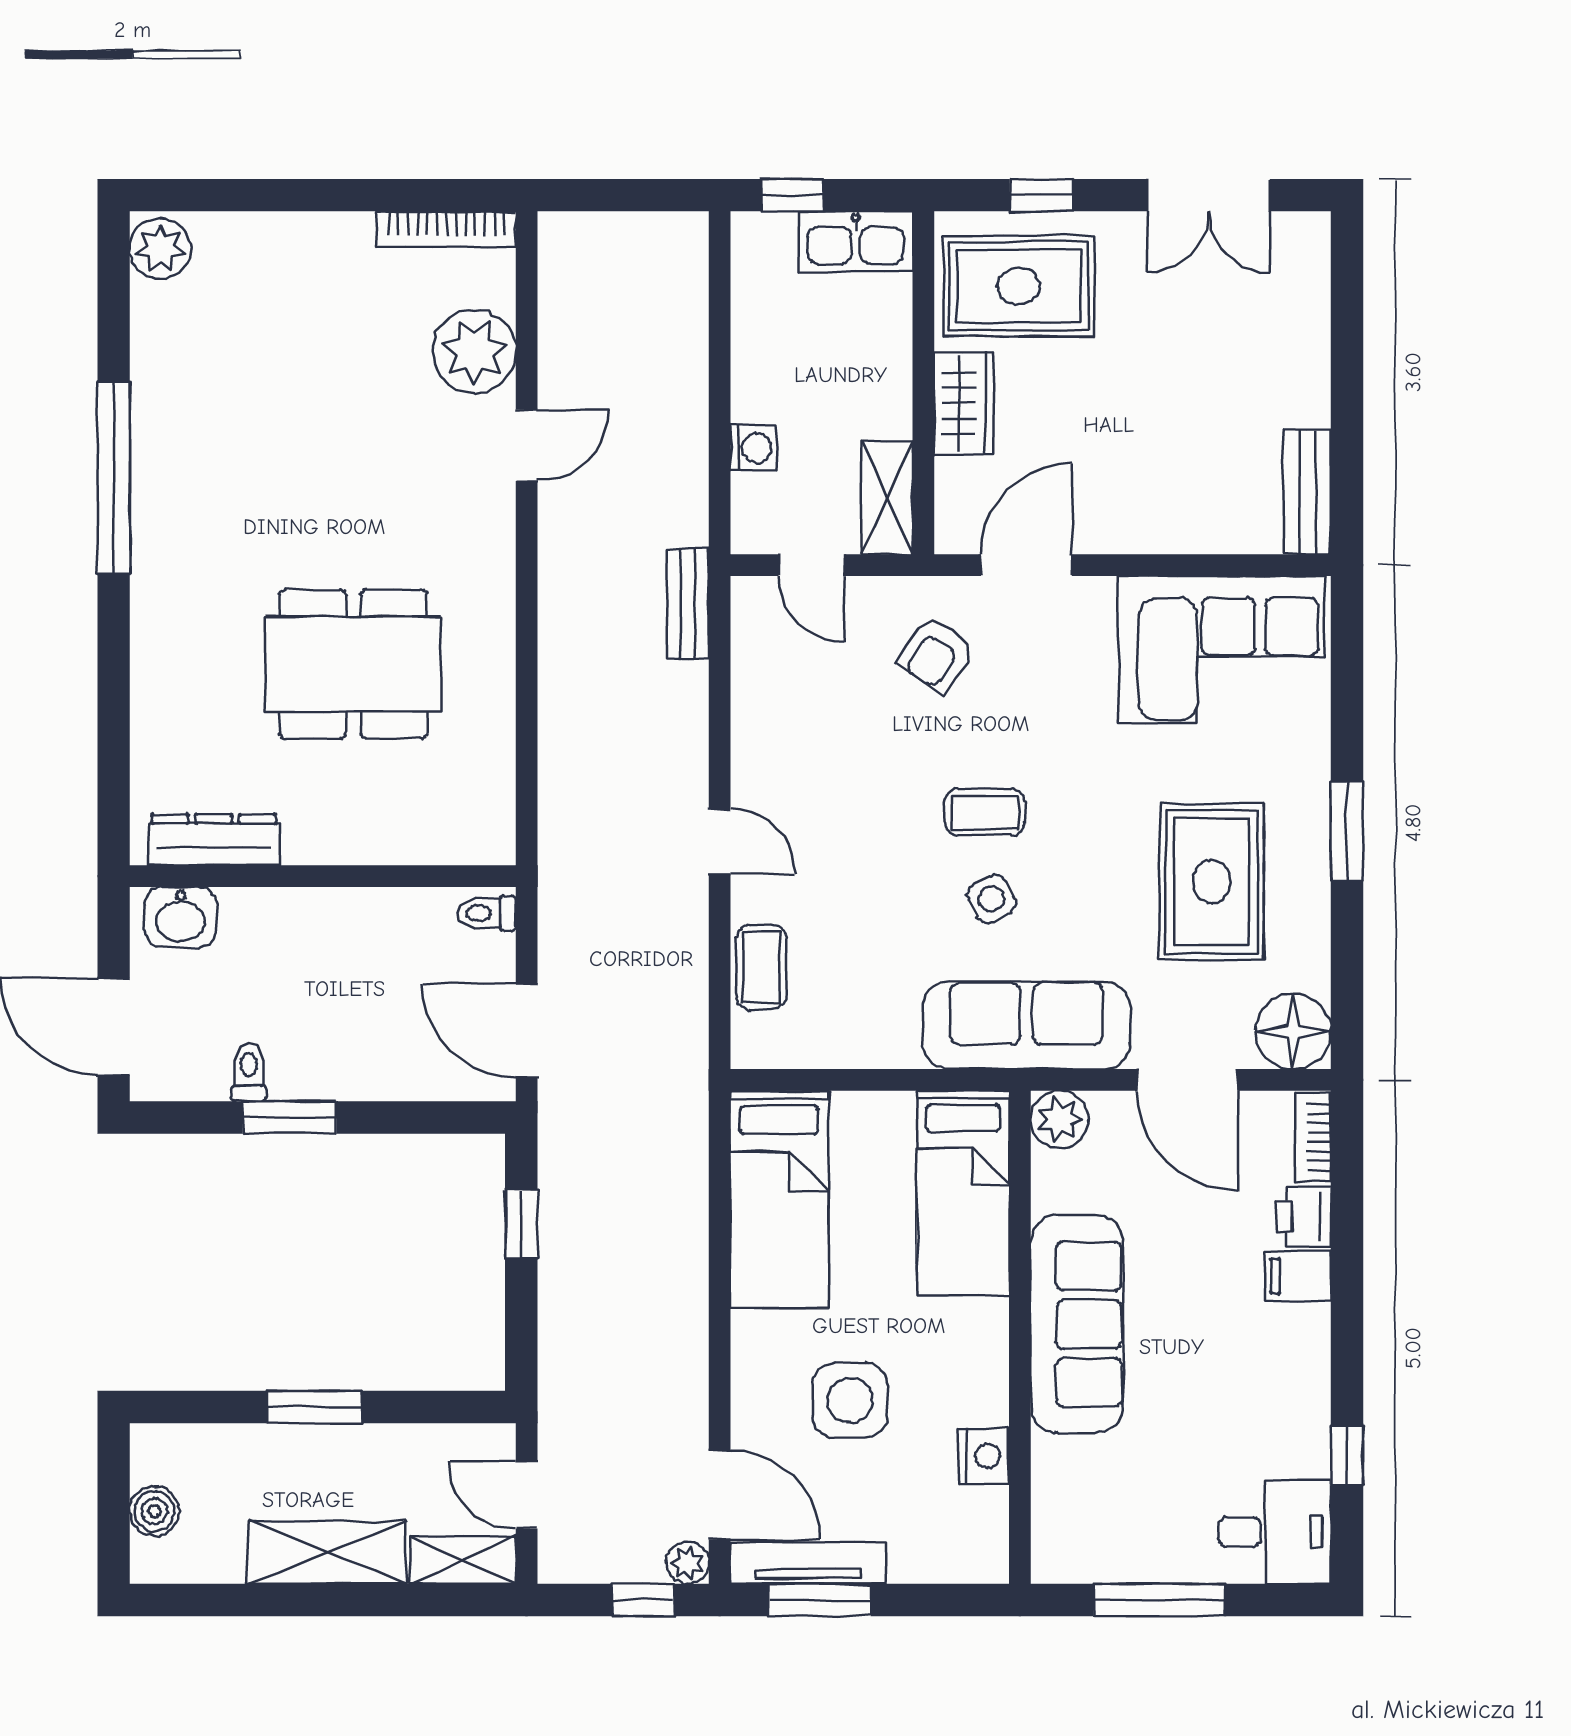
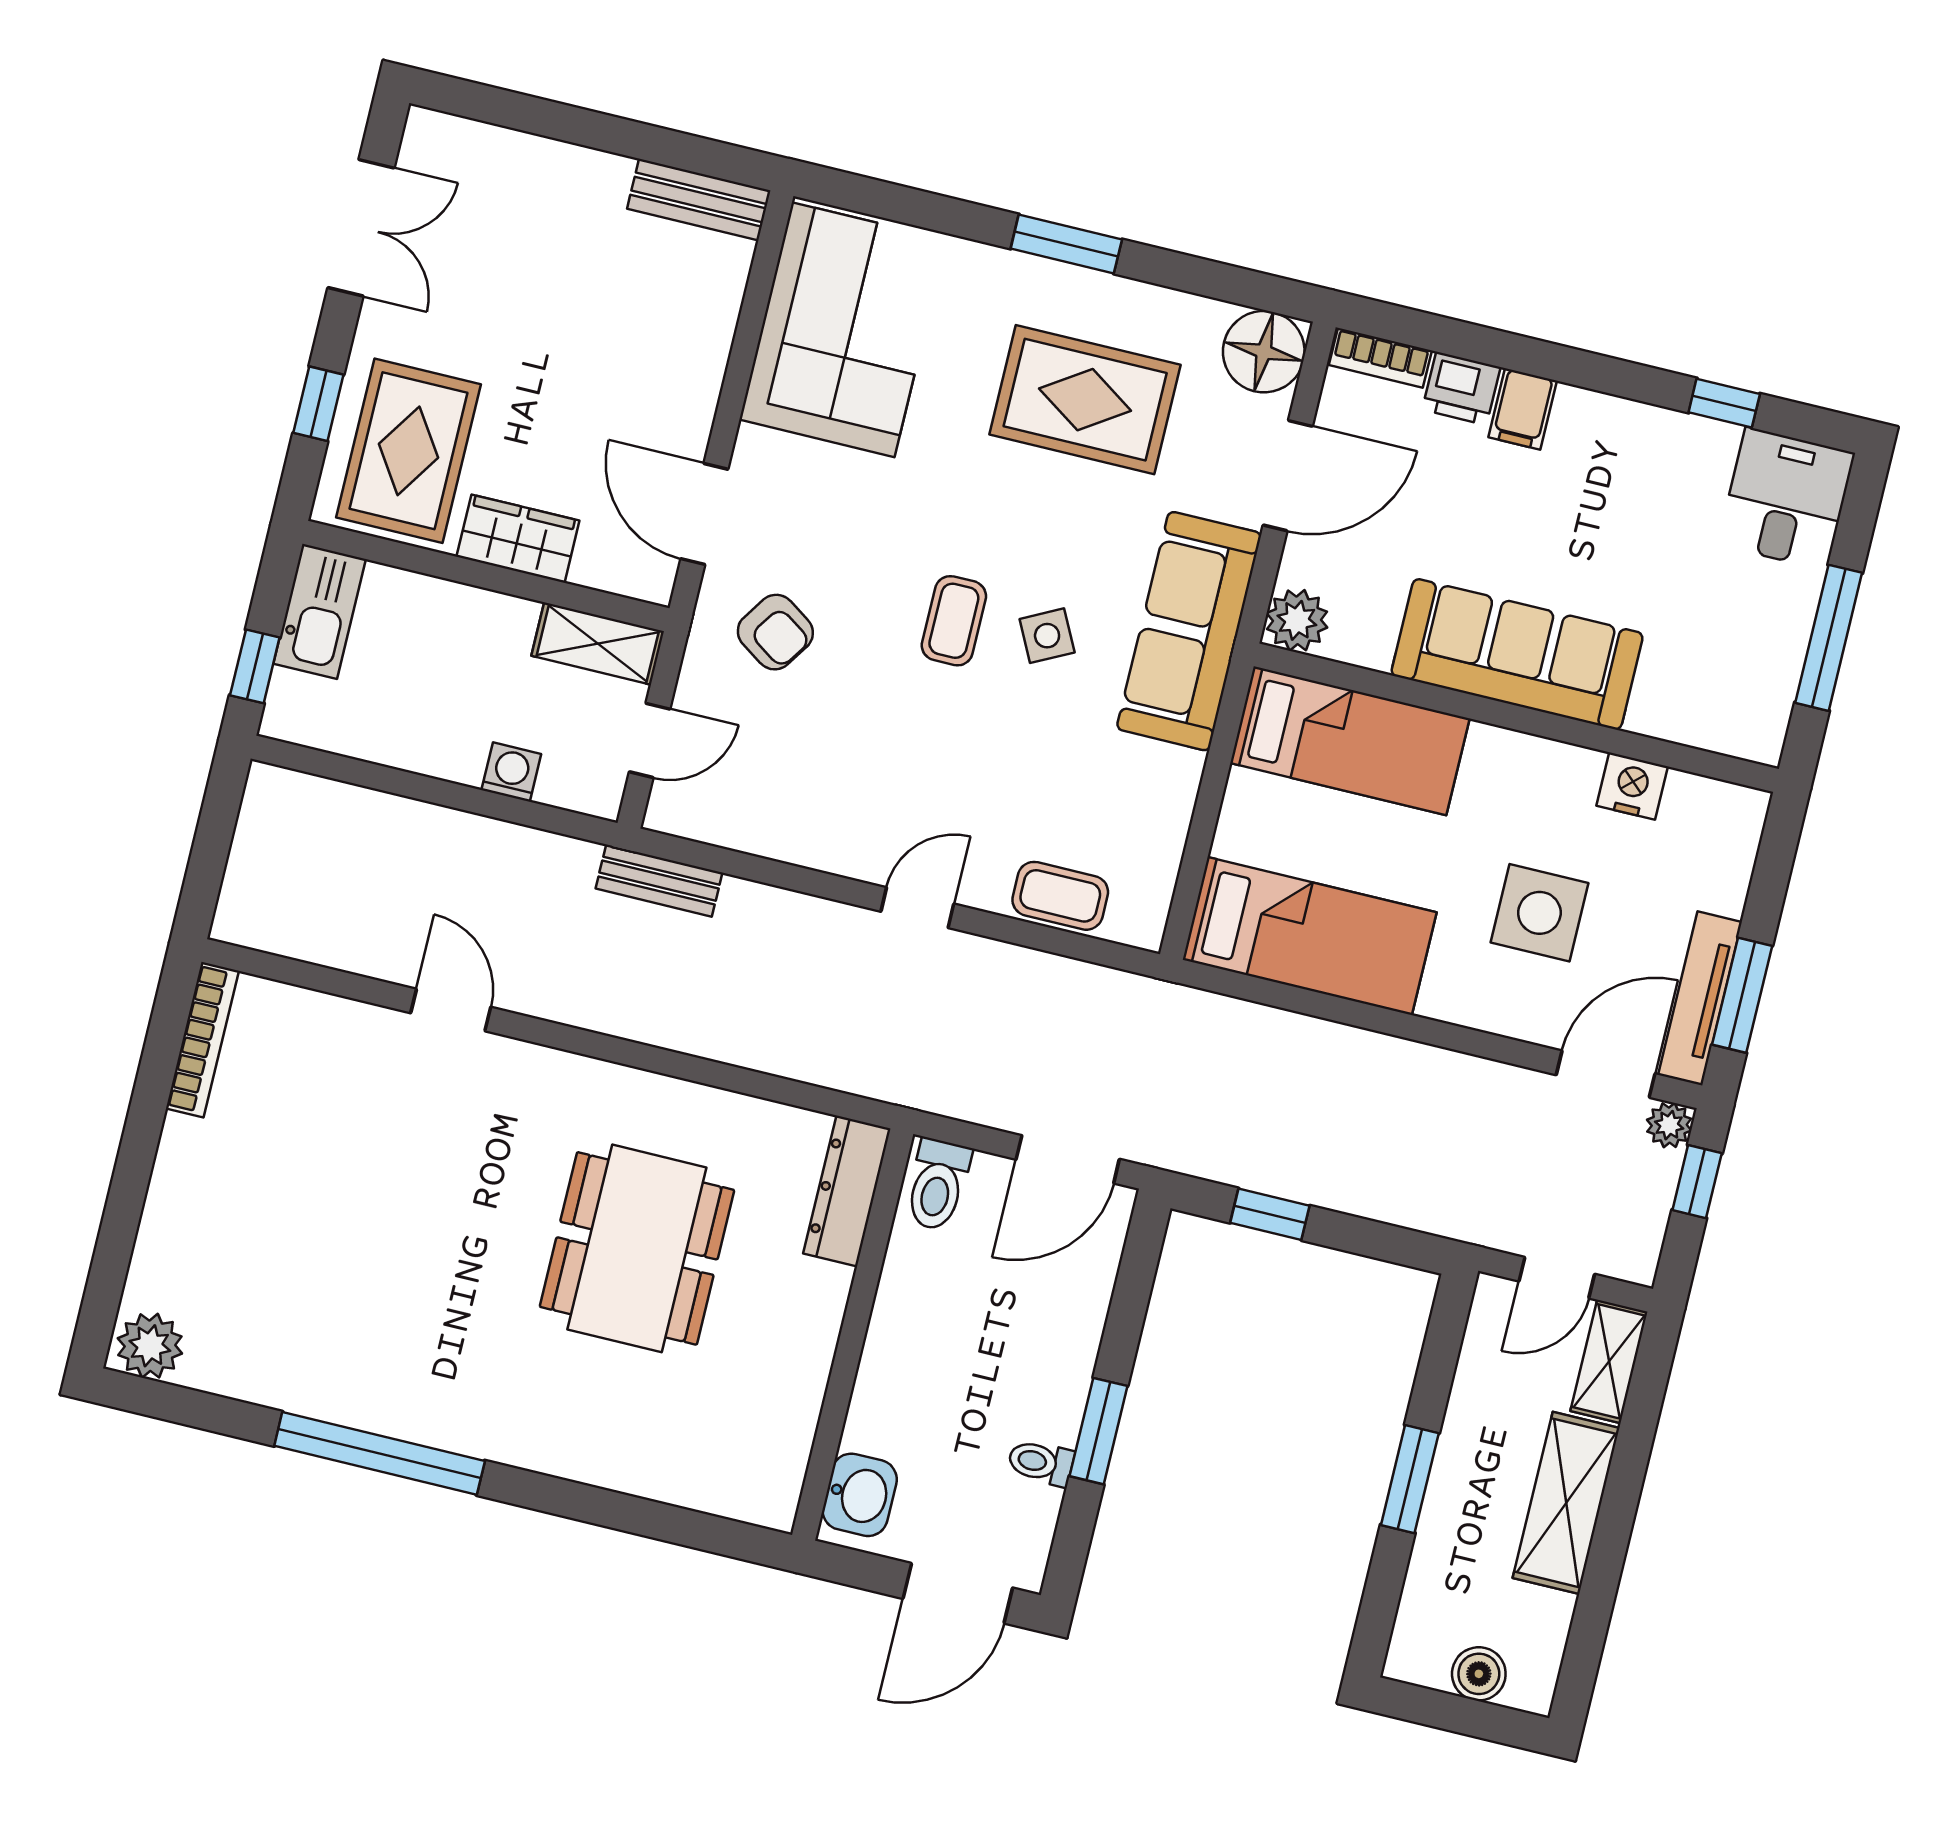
plant: (474, 351) -> (338, 1041), removed
dresser: (214, 840) -> (847, 1191), moved
toilet: (487, 913) -> (938, 1185), width x1.37, depth x1.39

